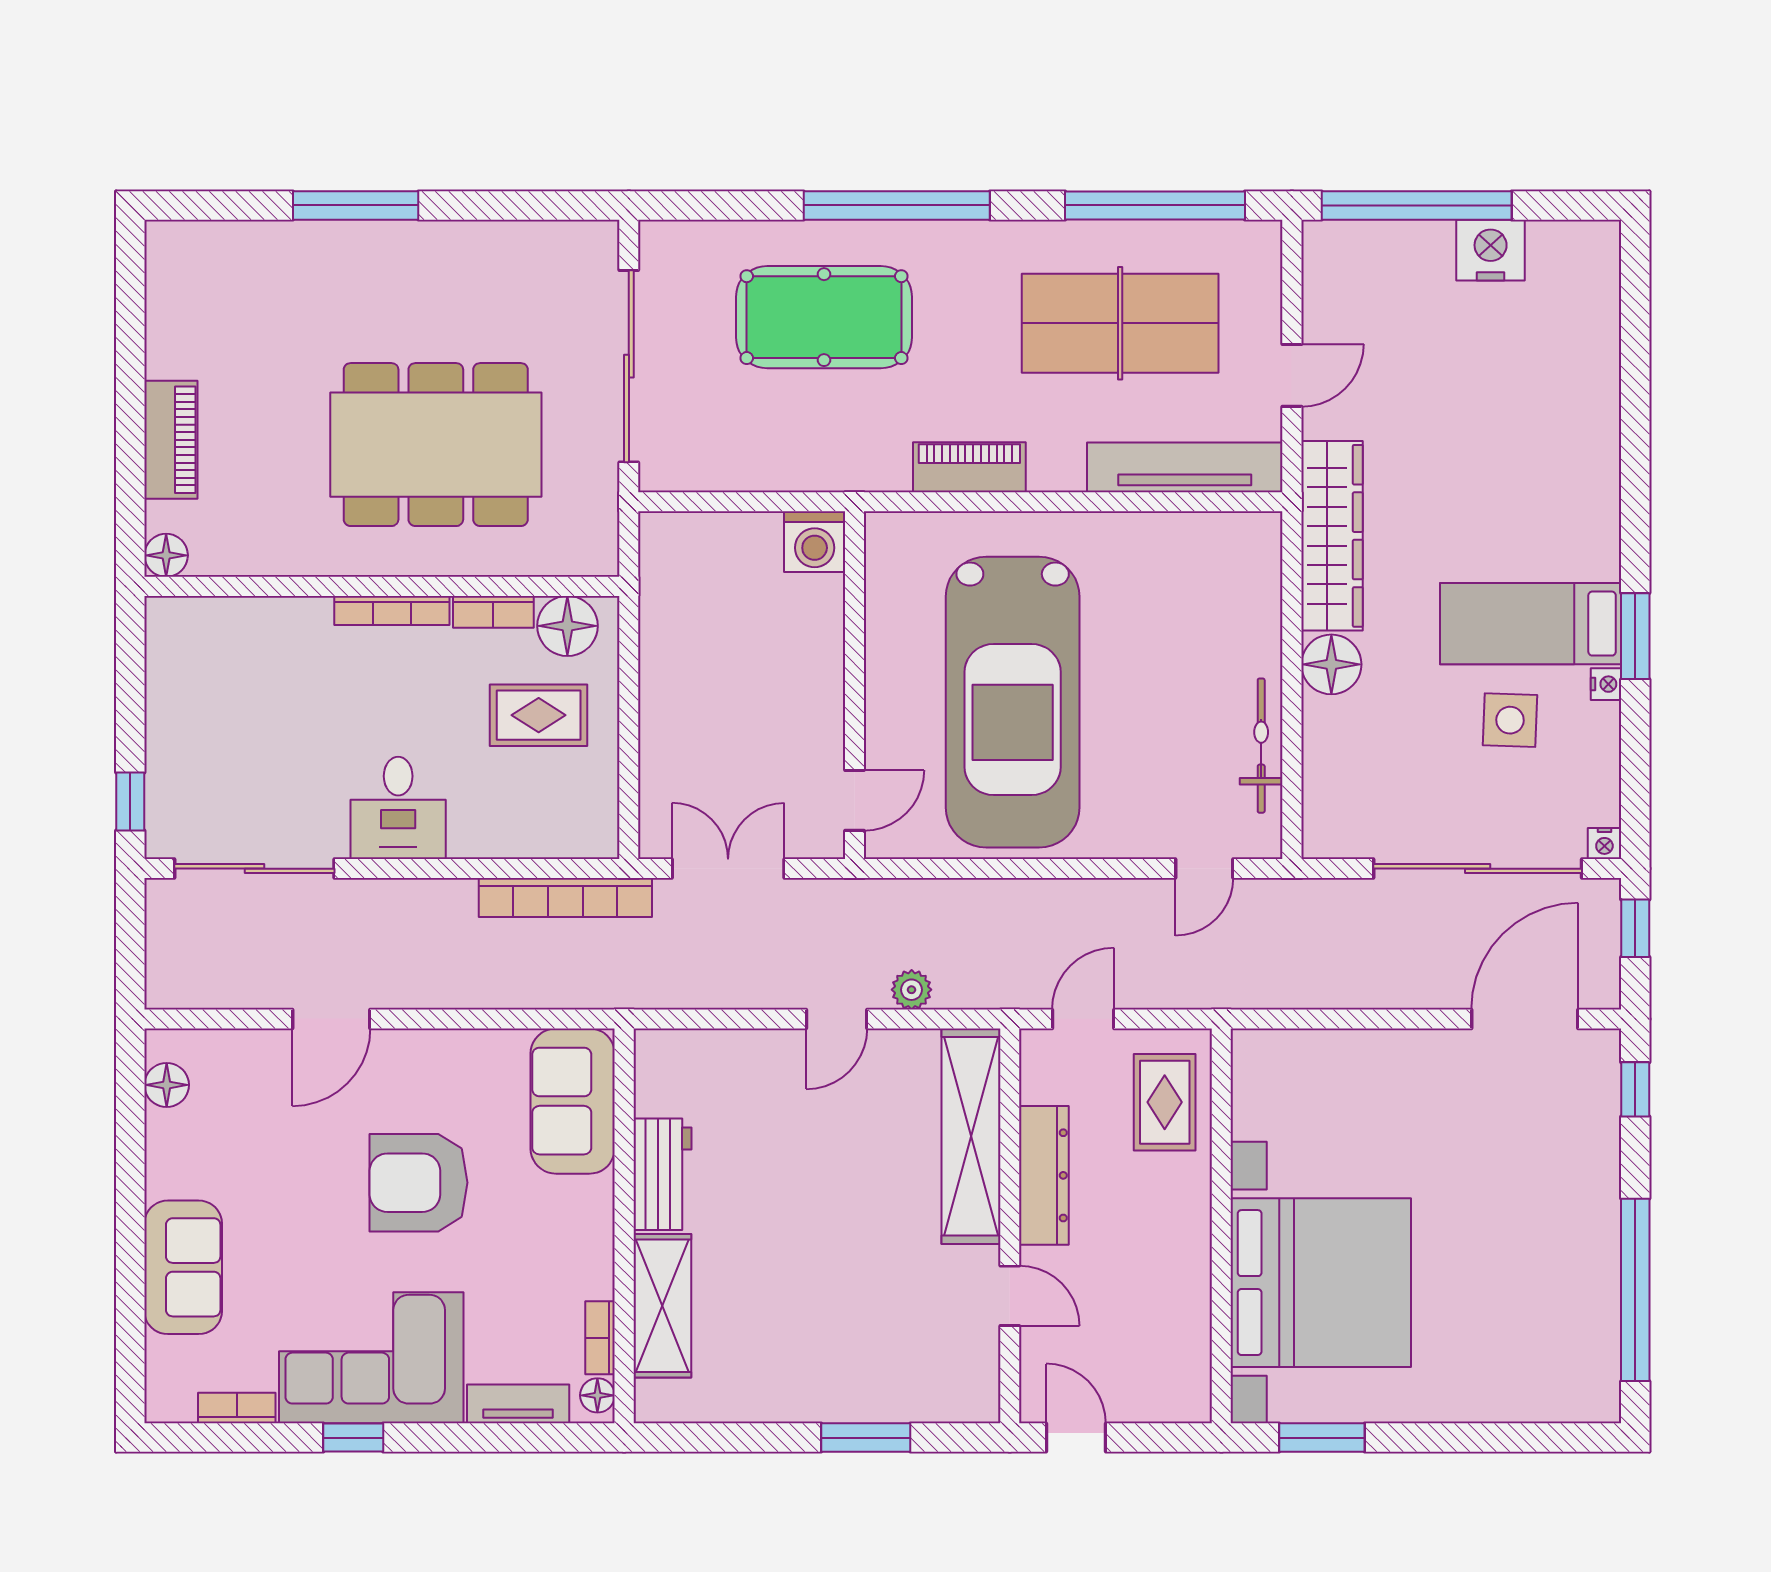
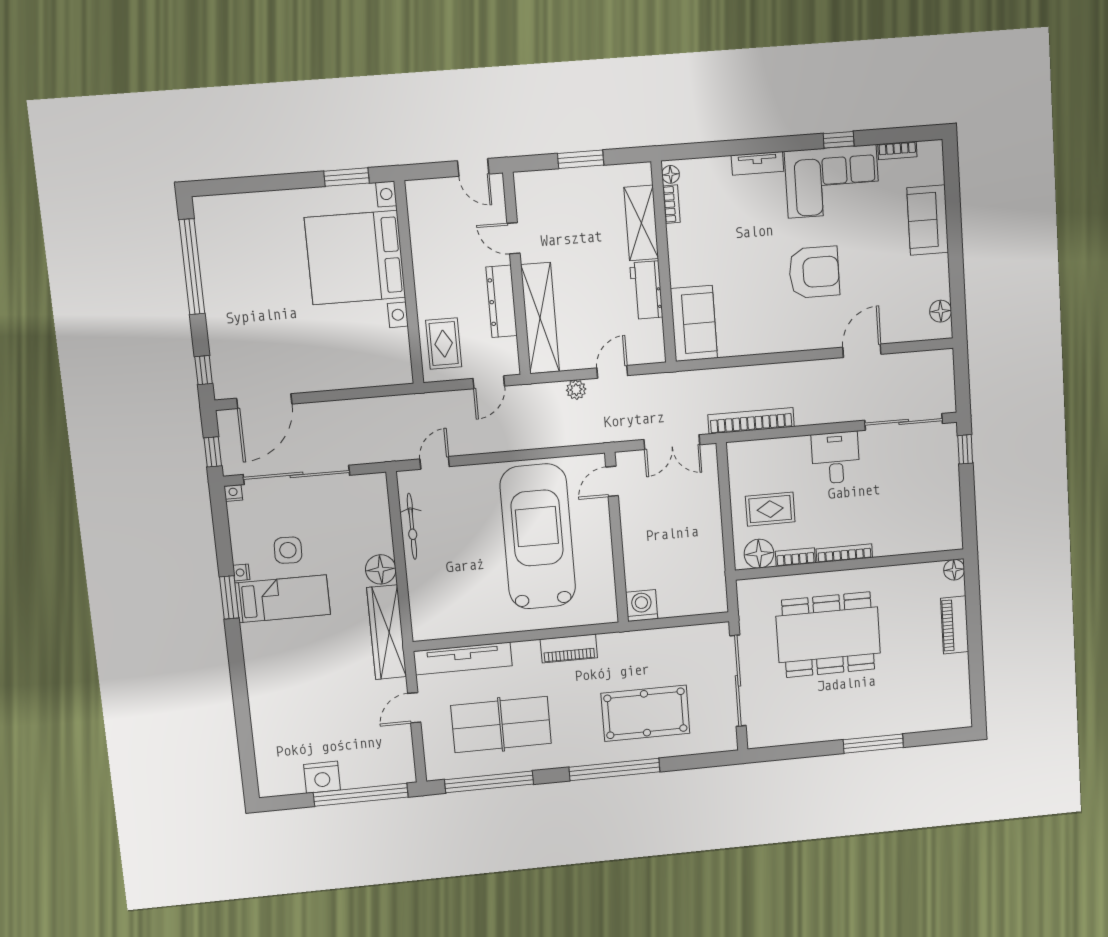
sofa: (573, 1101) -> (694, 323), moved
workbench: (662, 1174) -> (646, 290), moved
wall: (624, 1226) -> (664, 262), moved
shelving: (662, 1306) -> (641, 223), moved
bookcase: (600, 1338) -> (671, 204), moved
floor lamp: (597, 1395) -> (671, 174), moved

